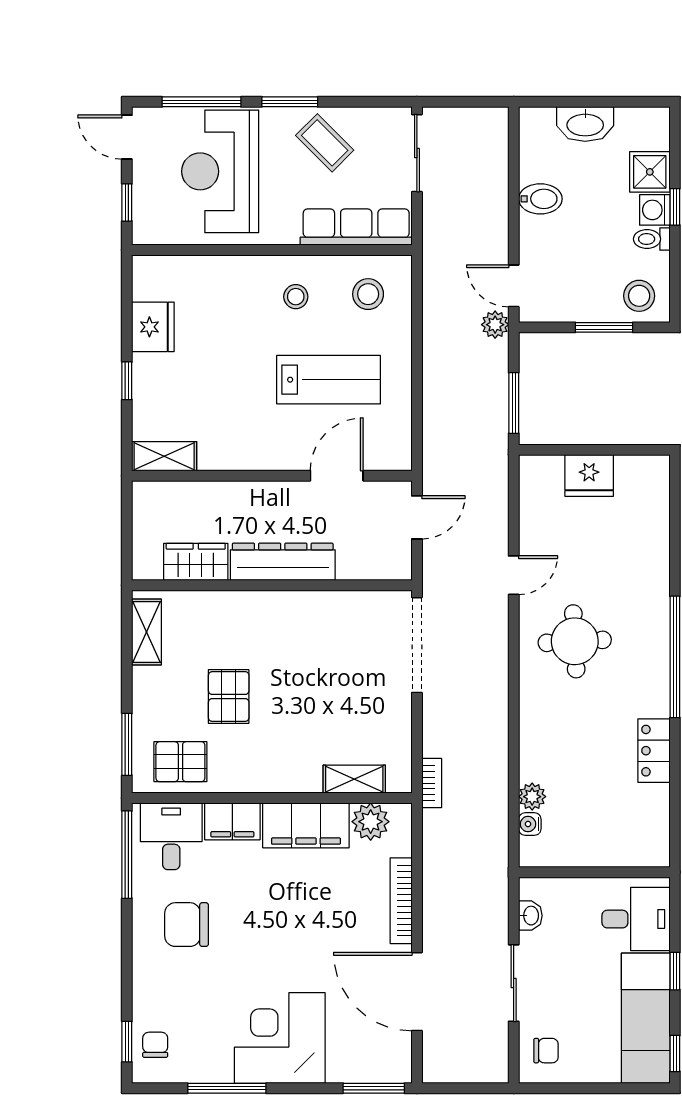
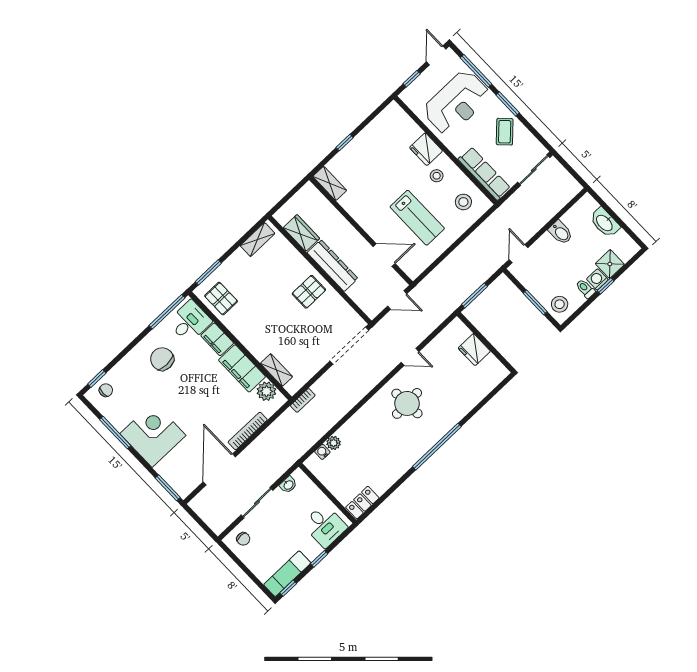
reception desk: (220, 171) -> (457, 103), turned 180
plant: (495, 325) -> (497, 260), removed
fridge: (153, 327) -> (426, 149), moved, turned 90
pallet: (229, 697) -> (309, 292), moved
locker: (654, 751) -> (362, 503), moved
exam couch: (646, 1018) -> (287, 574), width x0.73, depth x0.69

